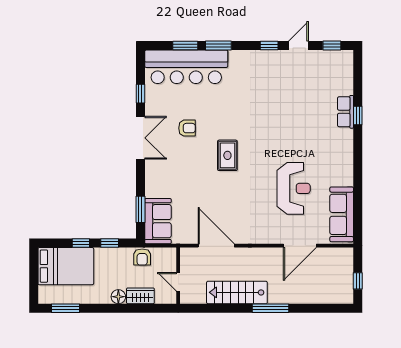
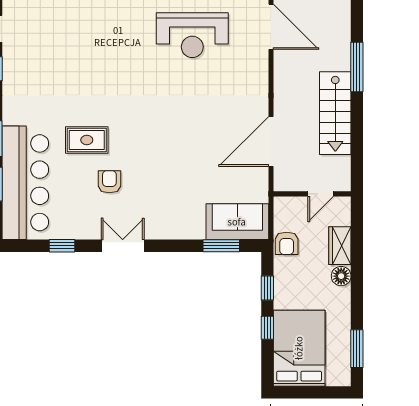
double door: (140, 138) -> (123, 246), width x0.73
rug: (227, 155) -> (87, 140), moved
reception desk: (294, 188) -> (192, 35), turned 180
armchair: (142, 257) -> (287, 243), turned 90

